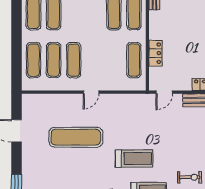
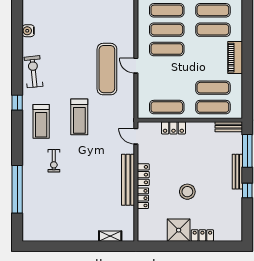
exercise mat: (76, 137) -> (107, 69), moved
treadmill: (134, 158) -> (79, 117), moved

